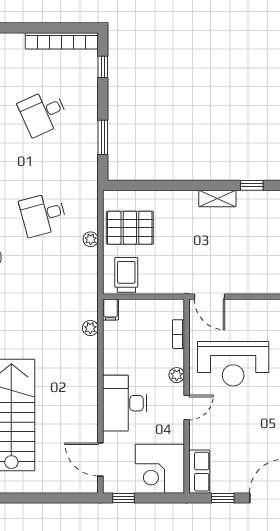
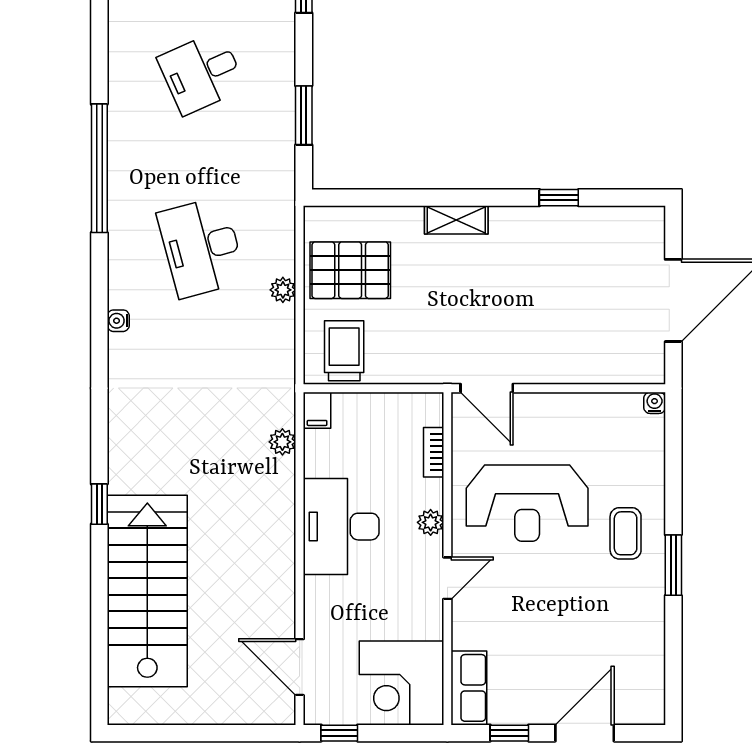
shelving: (217, 198) -> (456, 220), moved
desk: (43, 214) -> (202, 247), width x1.37
desk: (125, 403) -> (341, 527), moved

